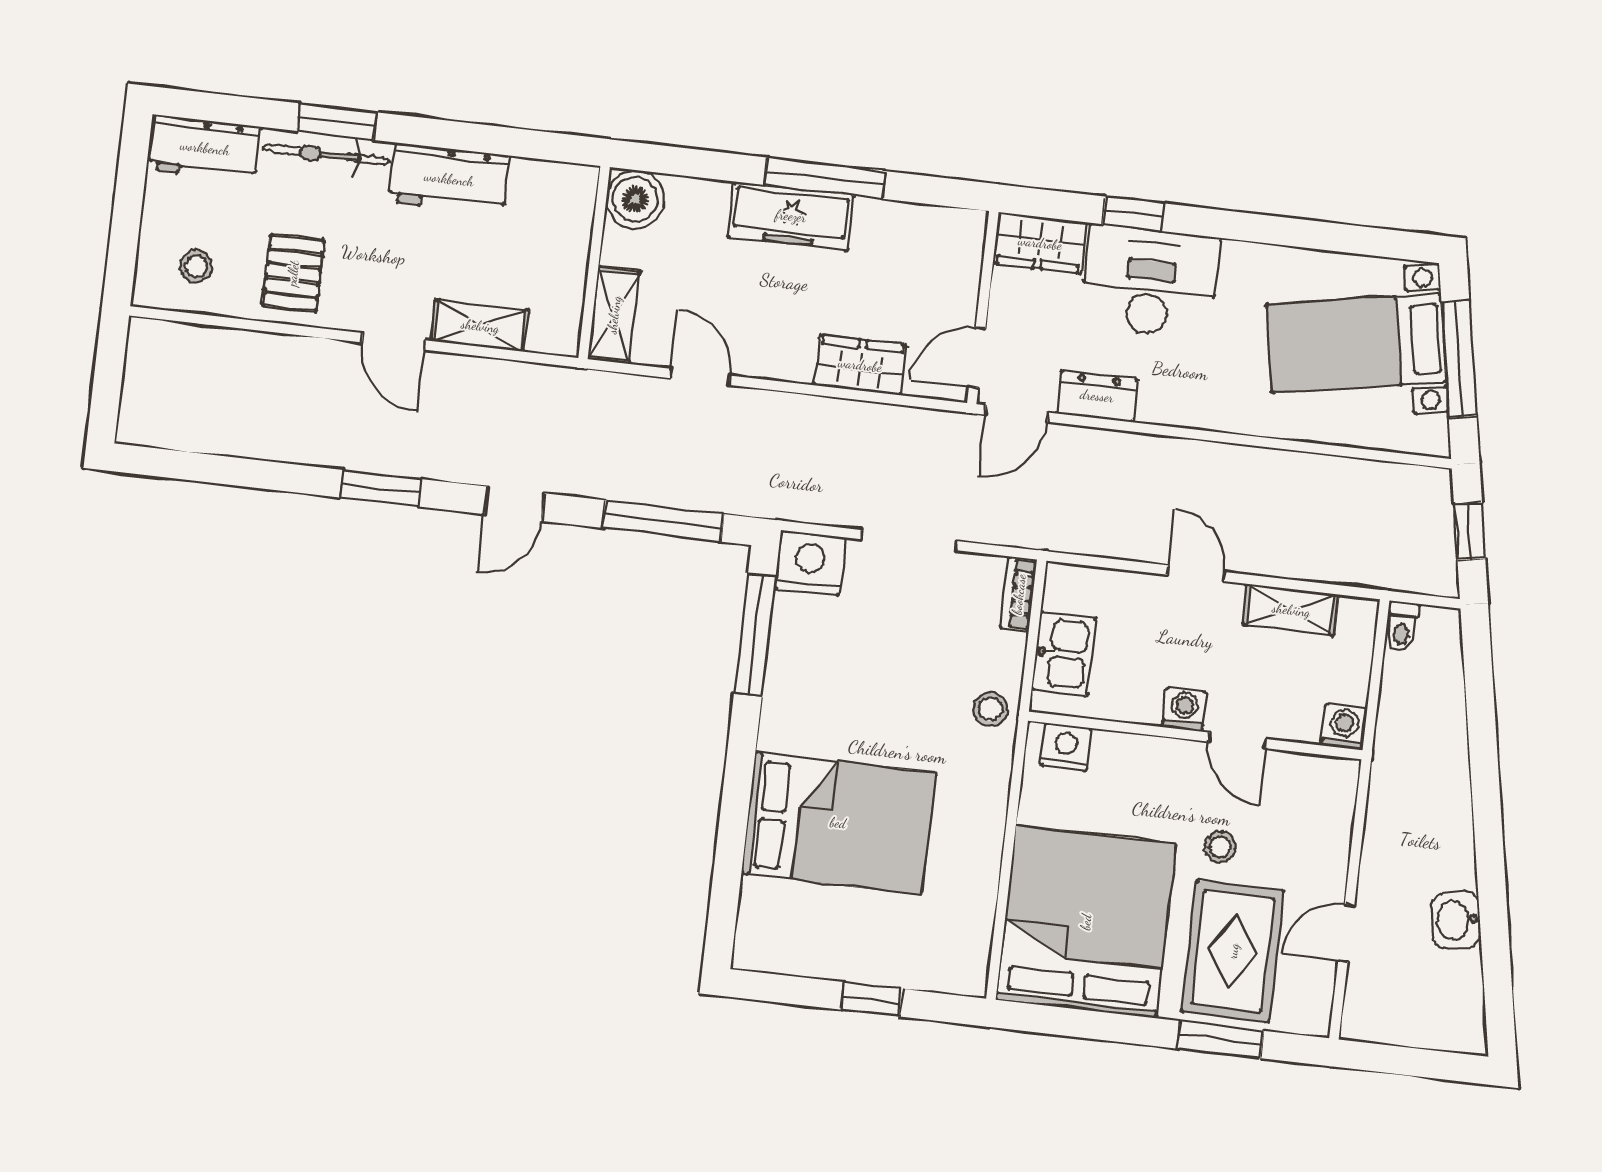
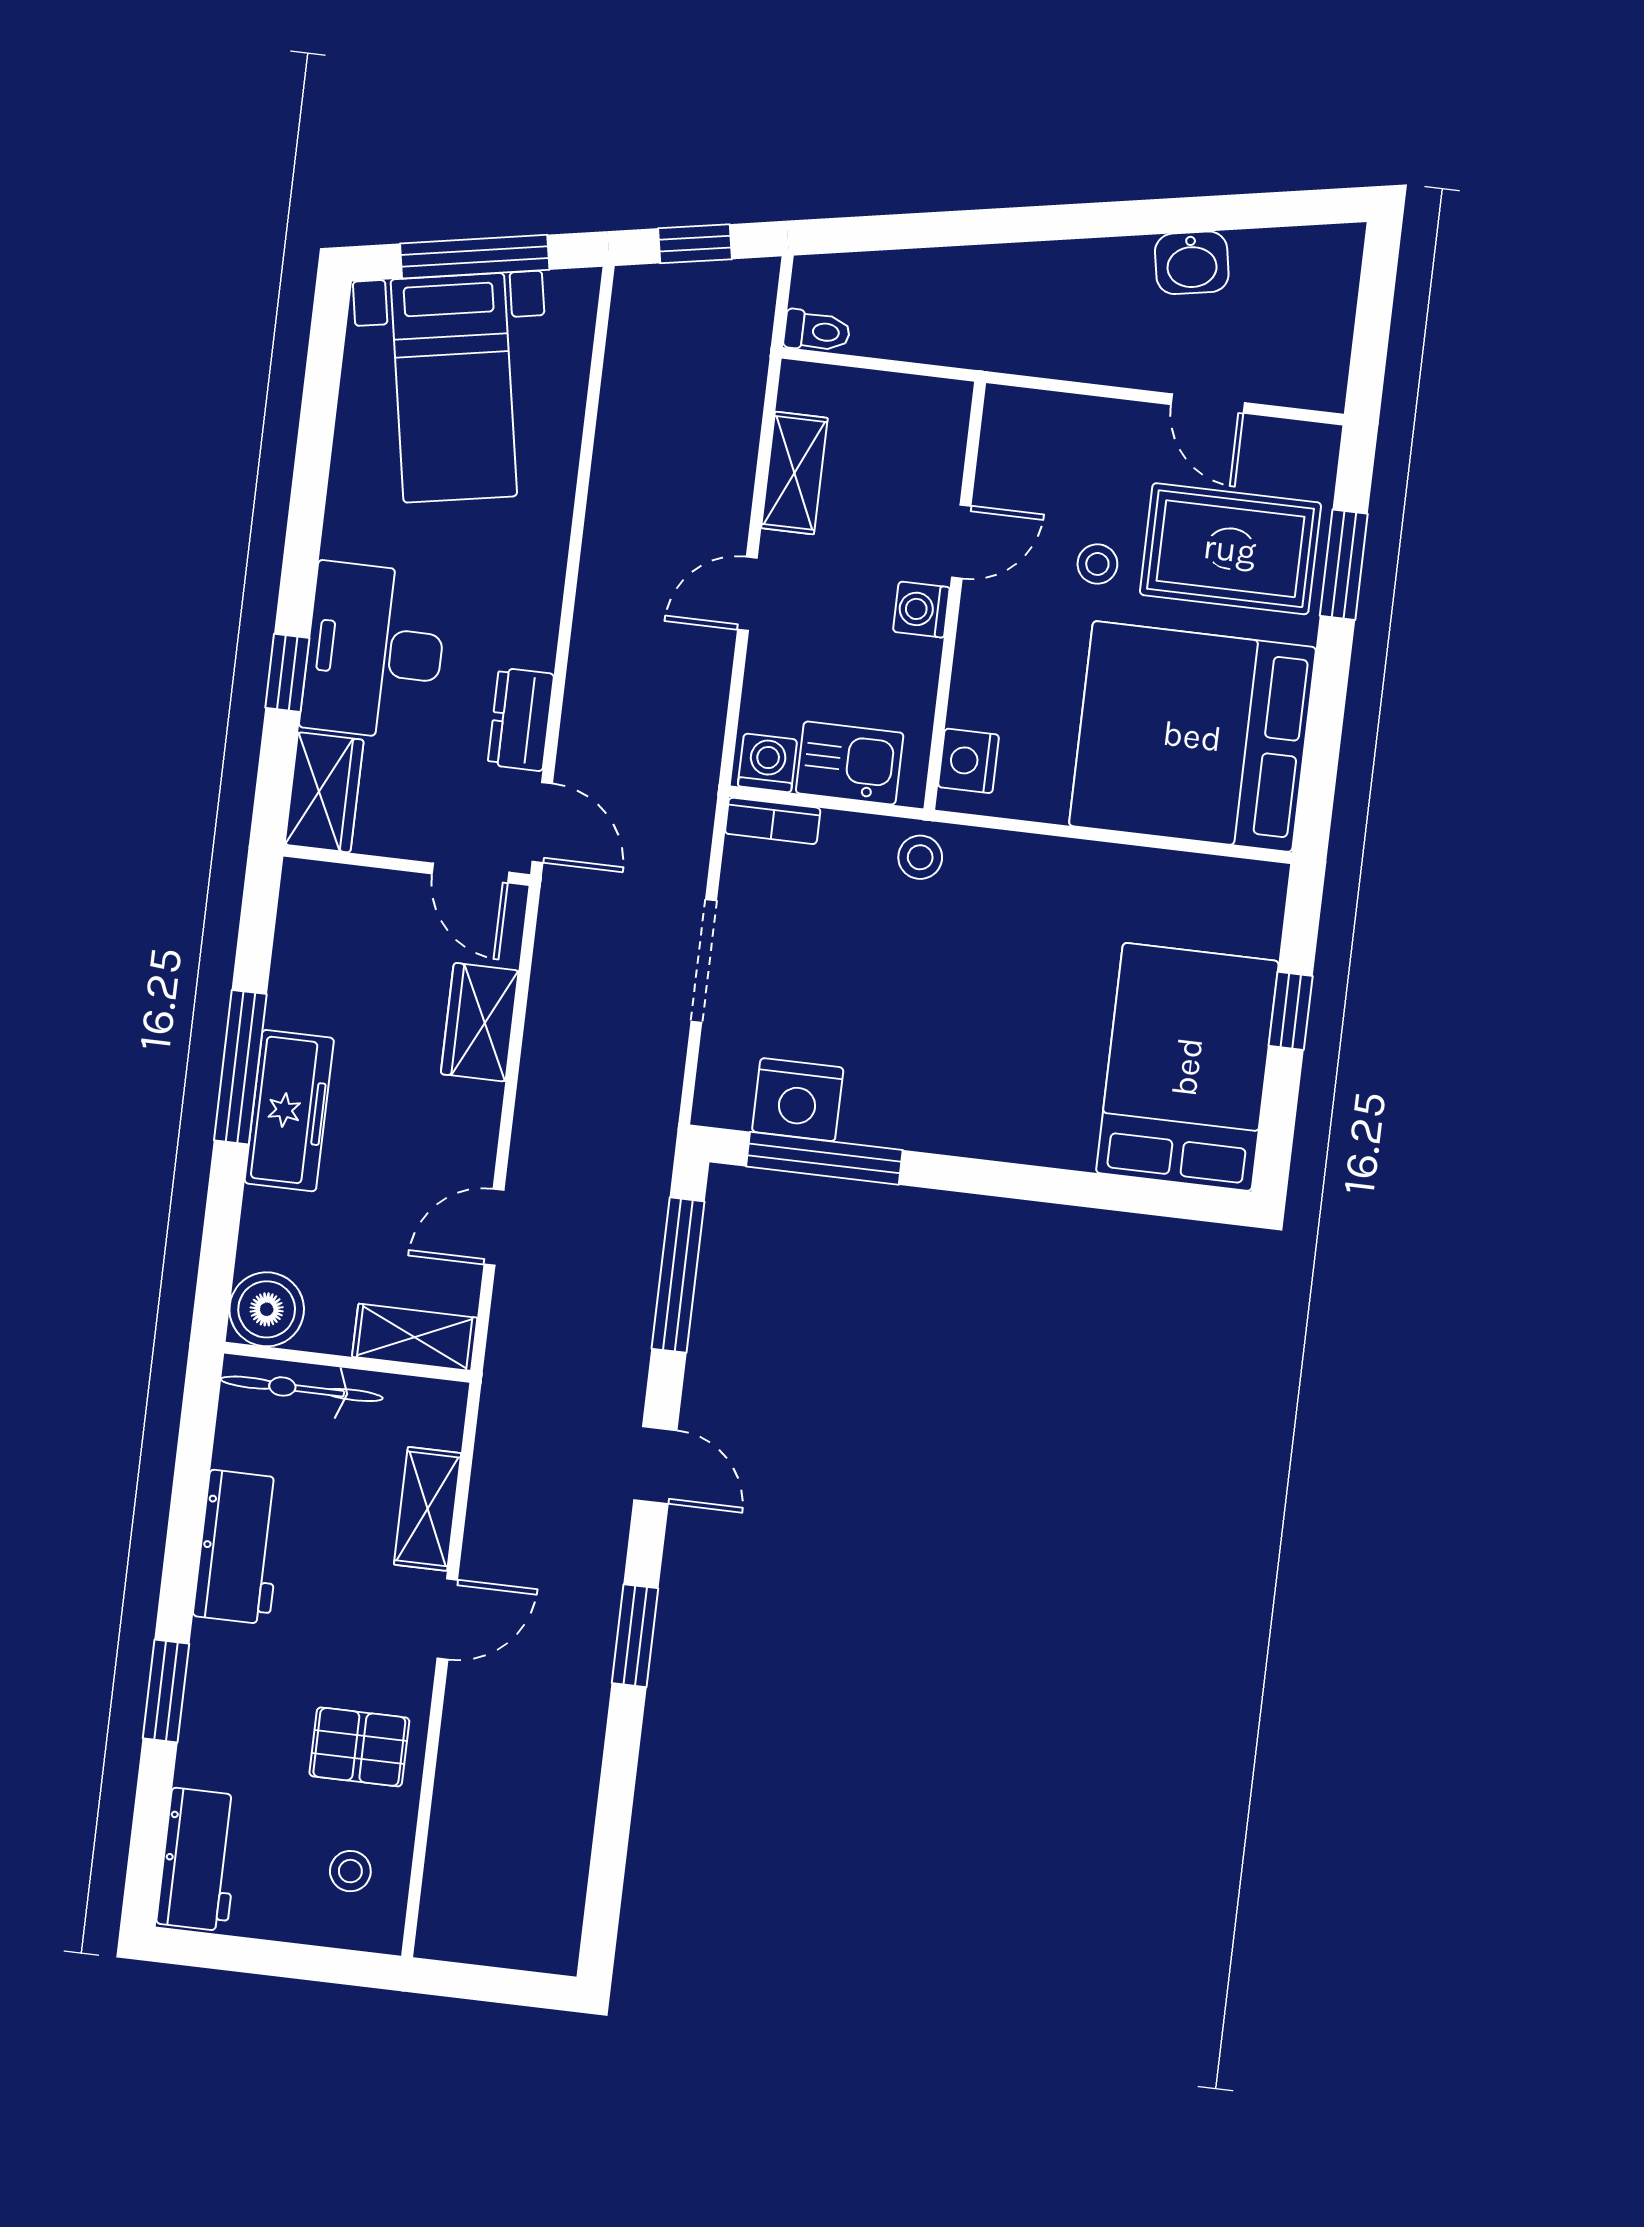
bicycle: (326, 155) -> (302, 1389), moved, turned 90
nightstand: (810, 563) -> (798, 1100), moved, turned -90
washing machine: (1344, 727) -> (767, 763), moved, turned 90
bed: (838, 823) -> (1187, 1067), moved

